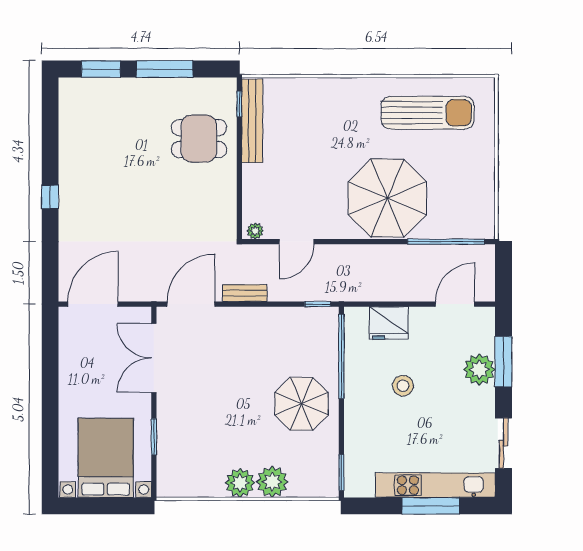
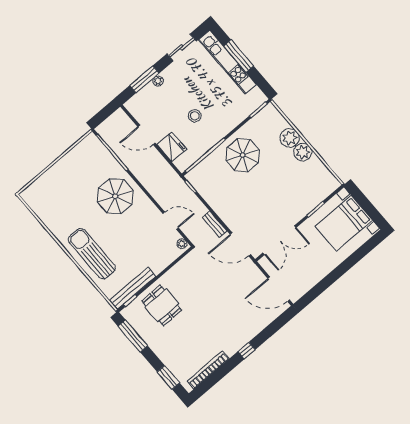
window: (165, 69) -> (133, 336), moved
sun lounger: (428, 113) -> (92, 254), moved
bookcase: (67, 127) -> (208, 370), added
parasol: (387, 198) -> (115, 196), width x0.73, depth x0.73
door: (455, 304) -> (147, 135), moved
plant: (479, 369) -> (158, 81), width x0.53, depth x0.53

